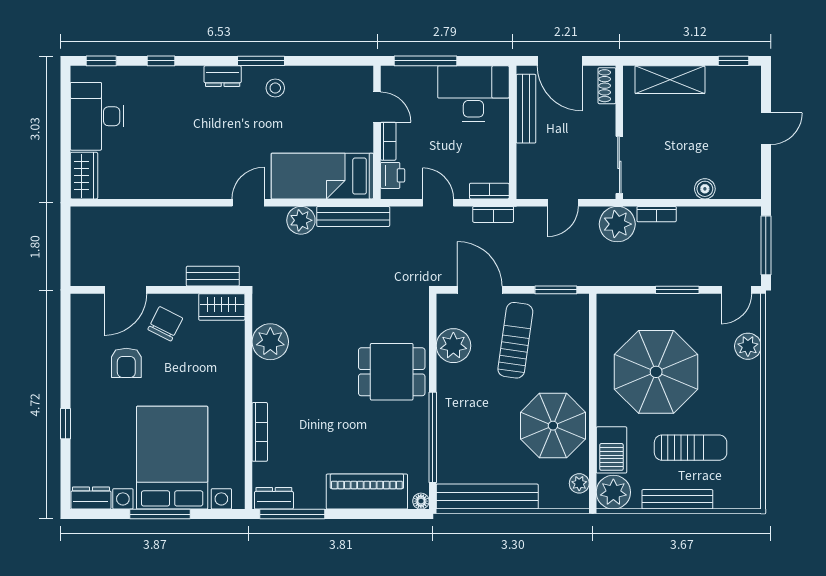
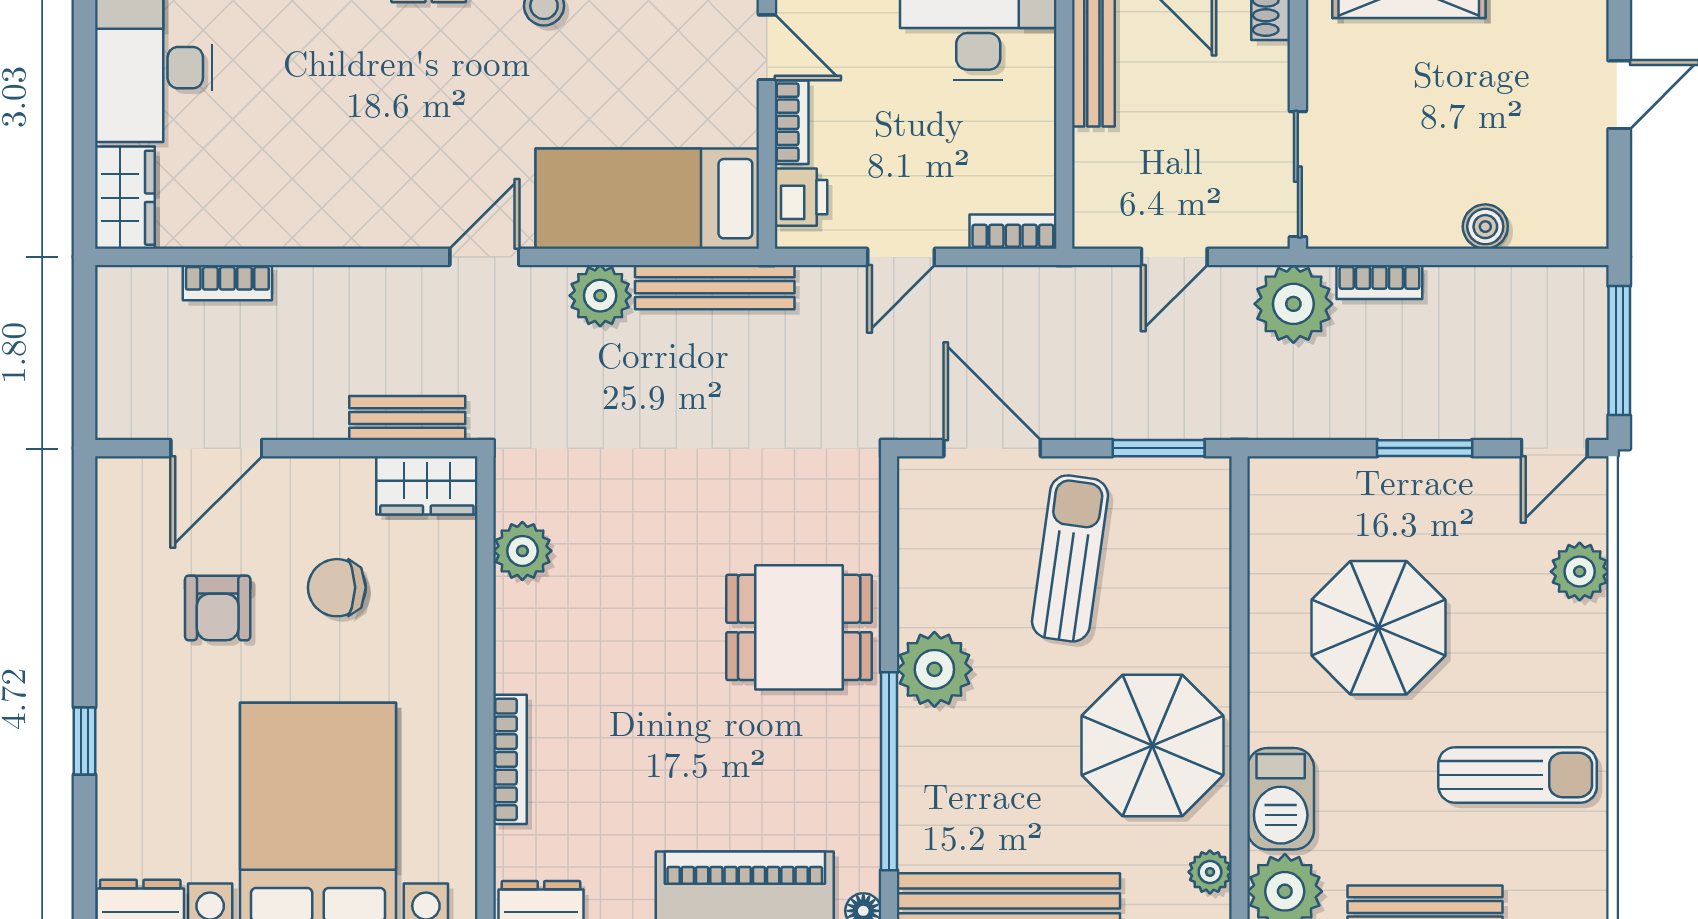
door: (438, 203) -> (901, 257), swing flipped
bookcase: (493, 214) -> (227, 283), moved
chair: (165, 324) -> (337, 588), moved, turned -117
plant: (270, 342) -> (522, 551), width x0.73, depth x0.73
plant: (453, 346) -> (934, 669), moved
parasol: (656, 372) -> (1378, 628), width x0.73, depth x0.73
sun lounger: (691, 448) -> (1518, 775), moved

